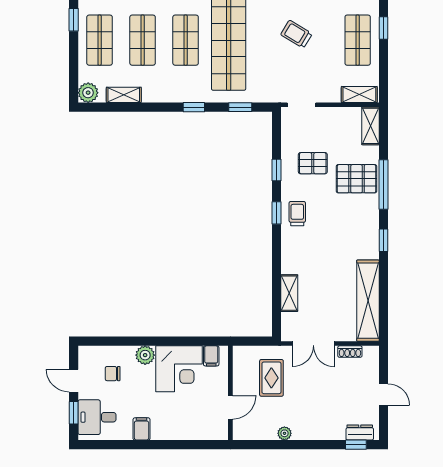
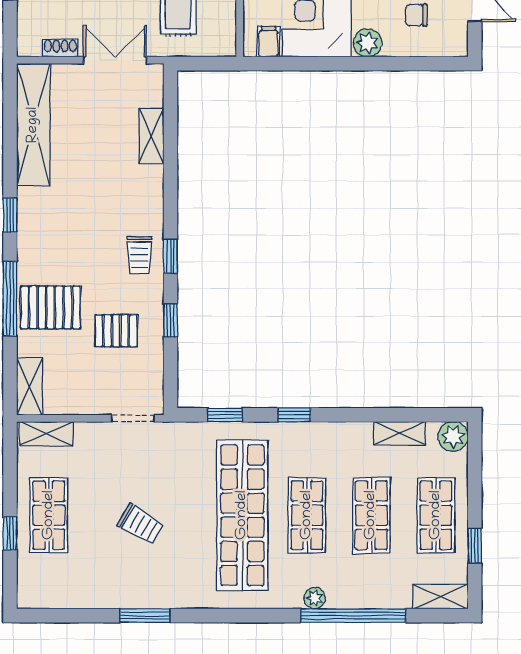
chair: (113, 374) -> (416, 15), turned 180

